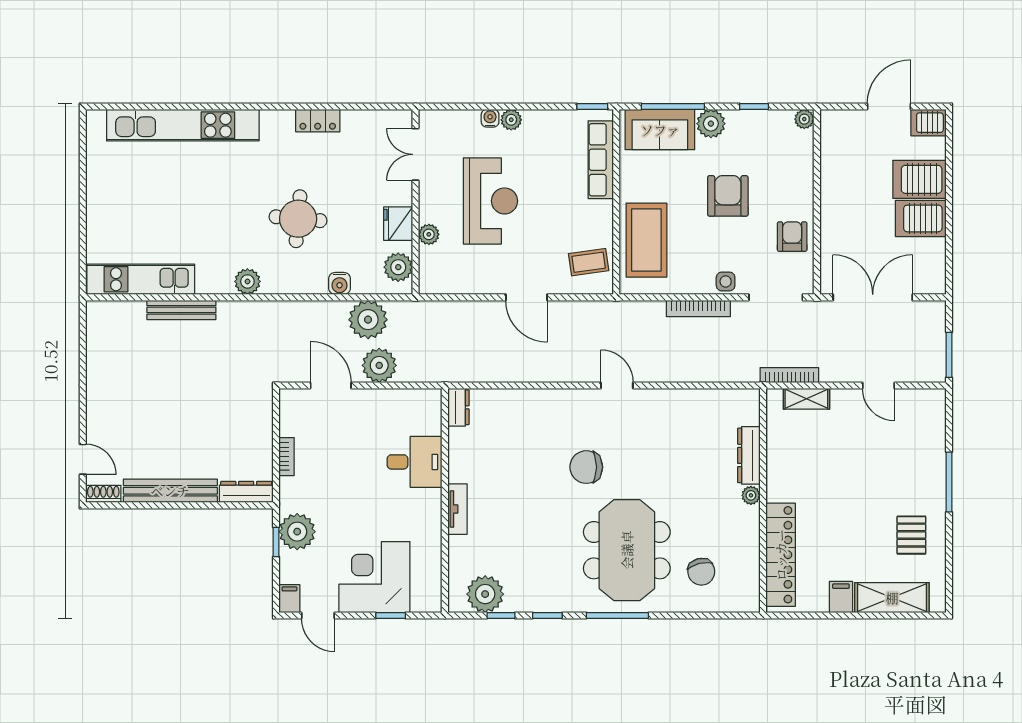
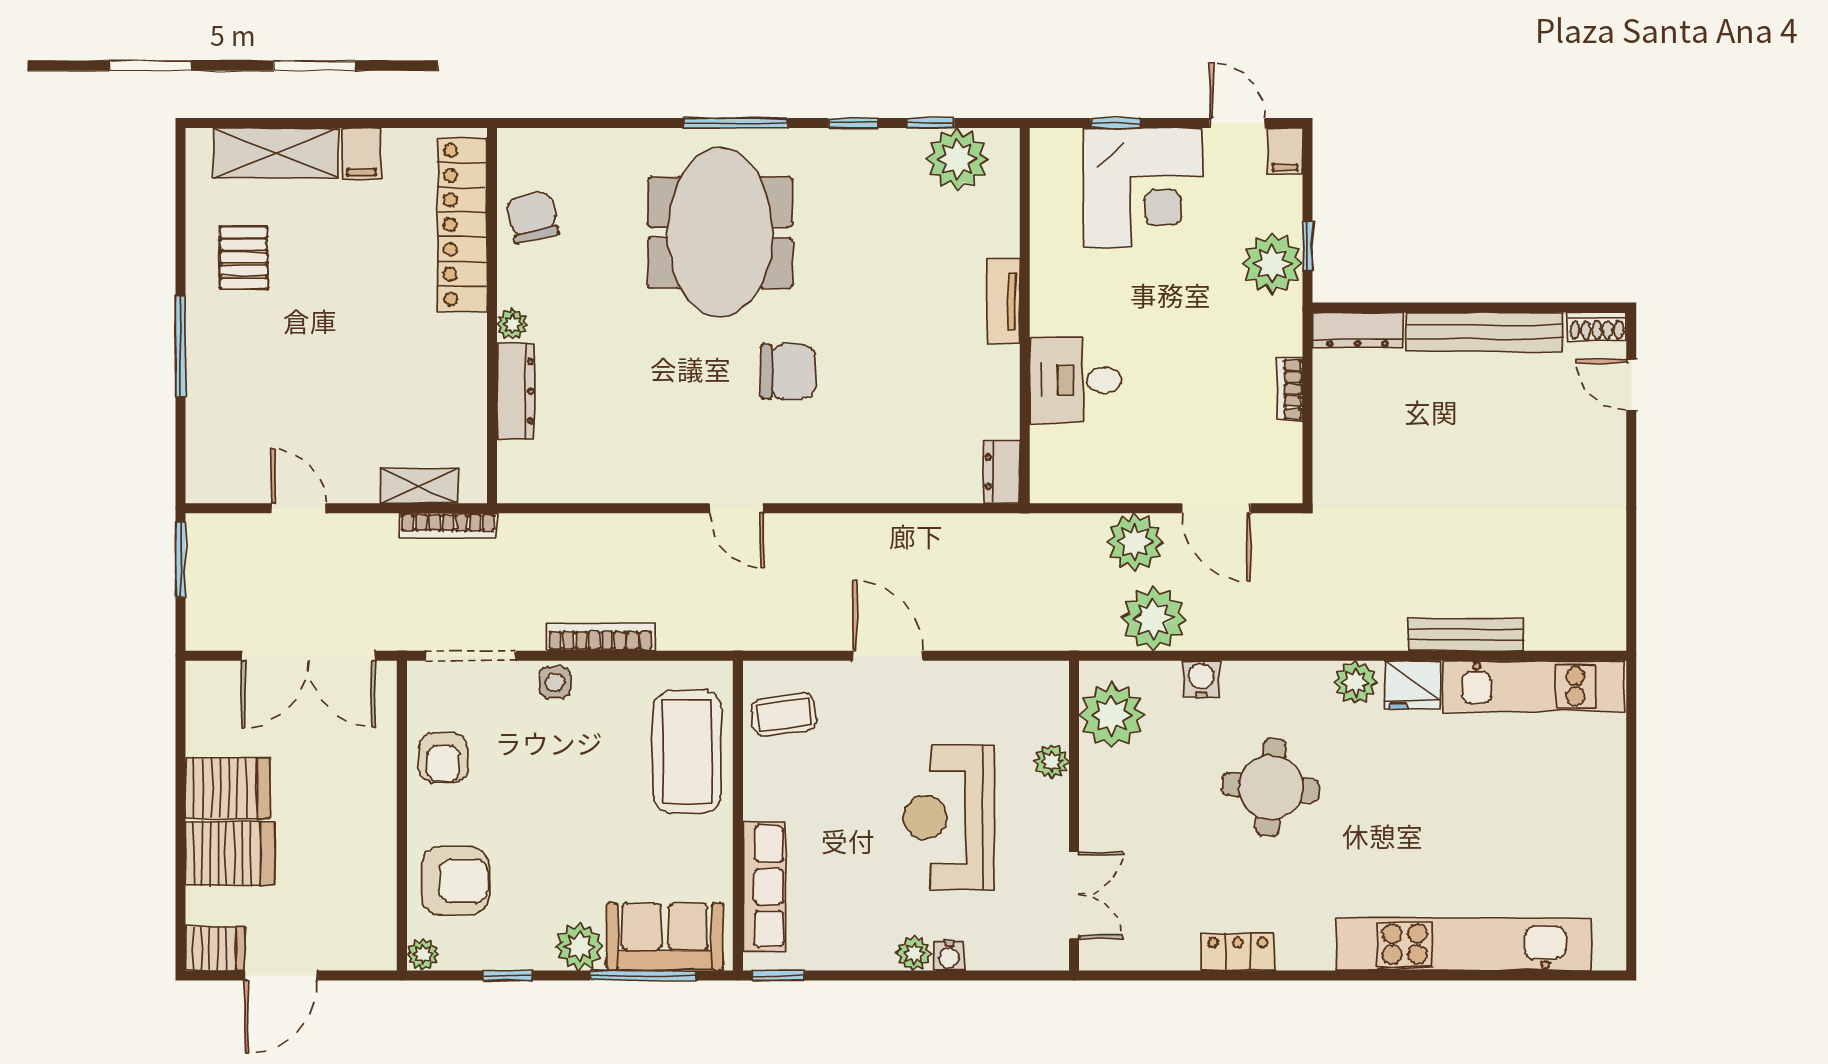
armchair: (728, 196) -> (455, 881), moved, turned -90
fridge: (398, 224) -> (1413, 685), moved, turned 90
plant: (398, 267) -> (1112, 715), width x1.36, depth x1.36
chair: (701, 572) -> (532, 217), moved

